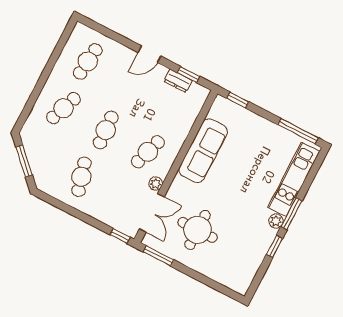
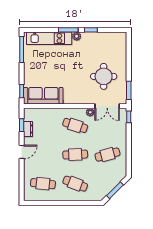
door: (150, 54) -> (22, 152), hinge flipped
sofa: (203, 151) -> (43, 96), moved
double door: (152, 213) -> (107, 106), swing flipped

